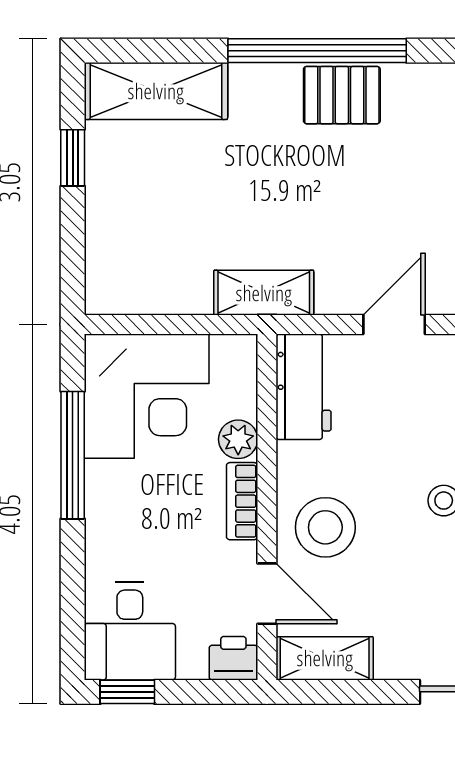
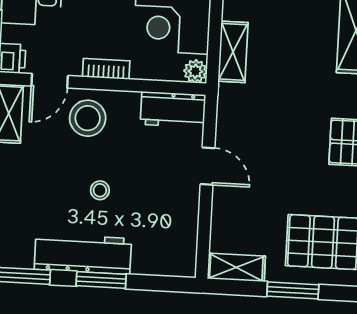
shelving: (264, 293) -> (233, 52), moved
plant: (238, 439) -> (195, 71), moved

